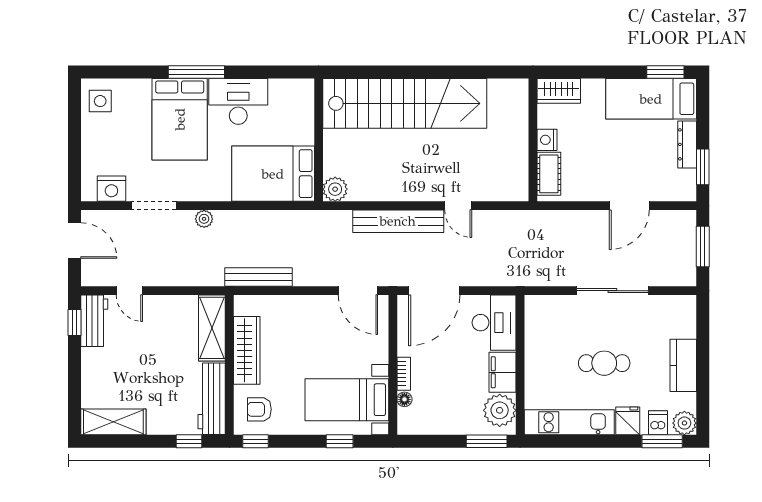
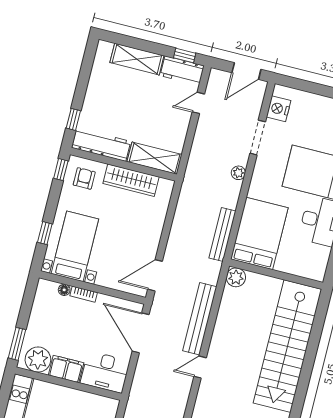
bench: (259, 277) -> (222, 235), moved
shelving: (113, 422) -> (137, 59), moved, turned 90

